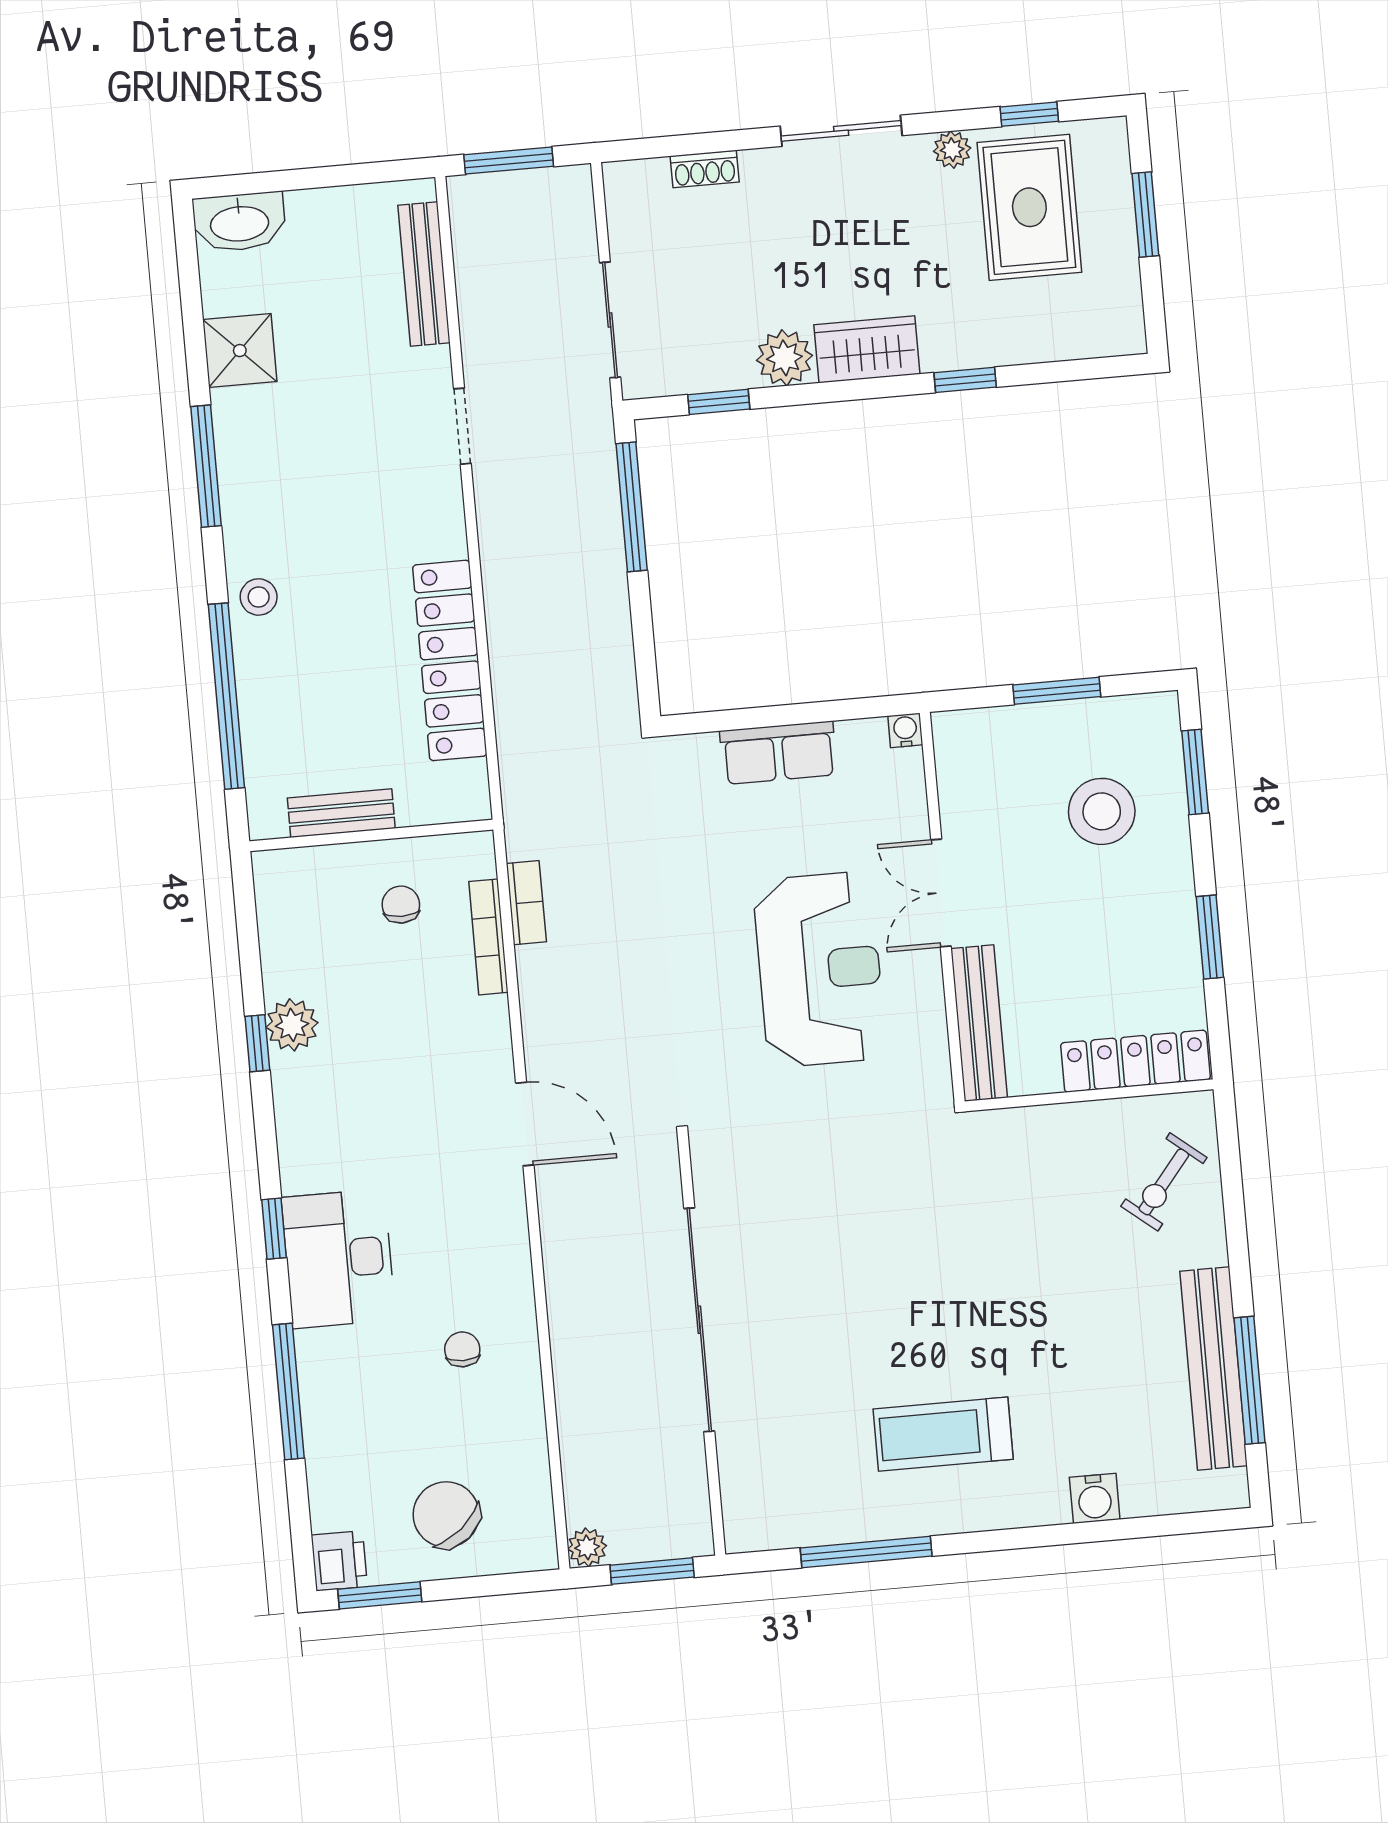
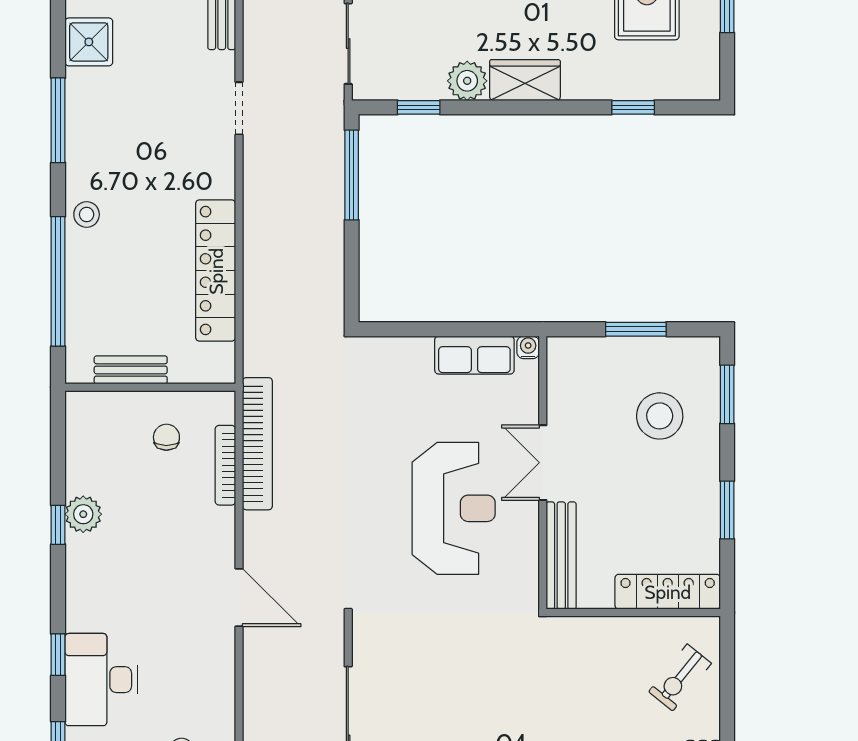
window: (965, 380) -> (633, 107), moved
row of seats: (778, 753) -> (474, 355), moved
bookcase: (526, 903) -> (257, 444), width x2.31, depth x1.31

